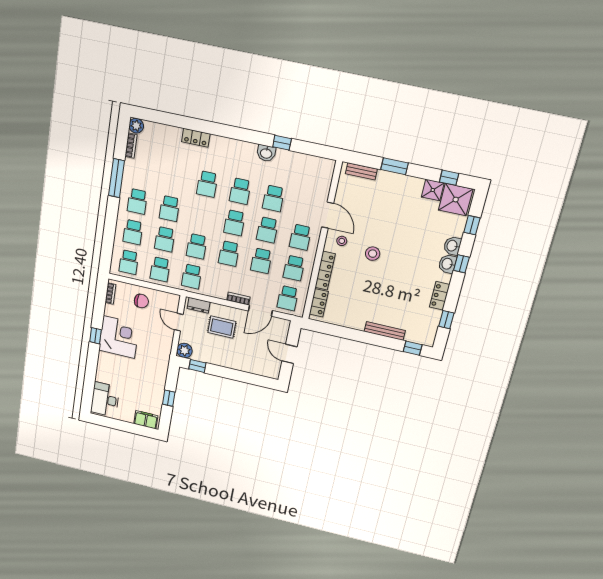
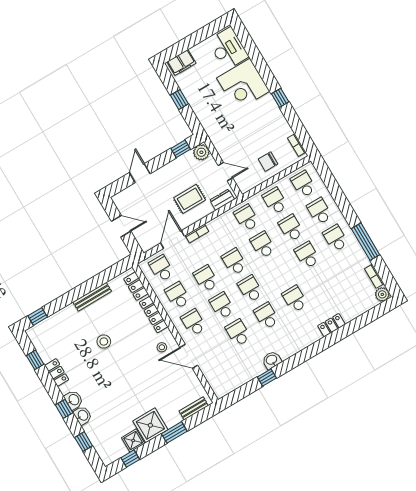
shower: (456, 200) -> (150, 425), moved
stool: (373, 254) -> (104, 342), moved
bench: (385, 331) -> (92, 297), moved
corner desk: (119, 337) -> (243, 85), moved
door: (242, 376) -> (140, 173), added

